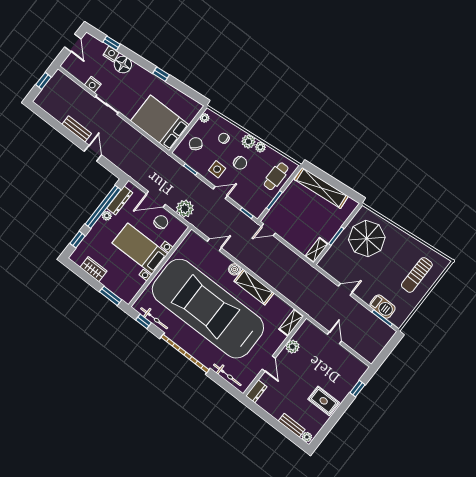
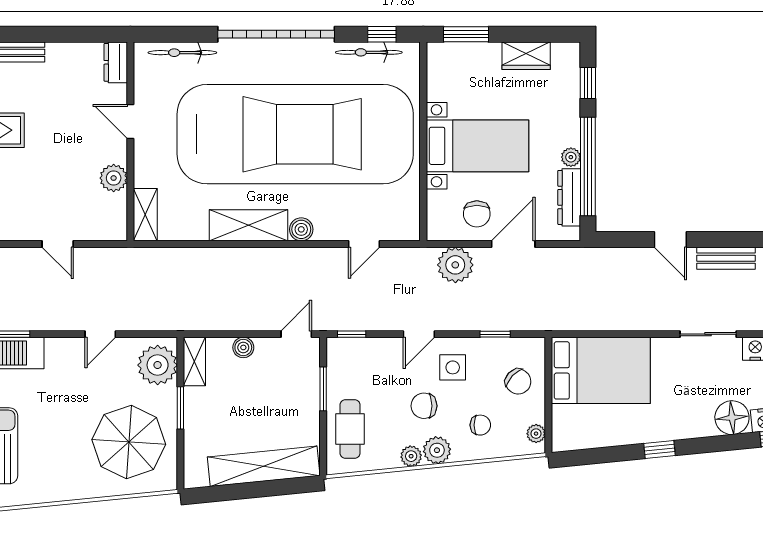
boiler: (293, 241) -> (243, 347), added
plant: (332, 260) -> (158, 365), added

